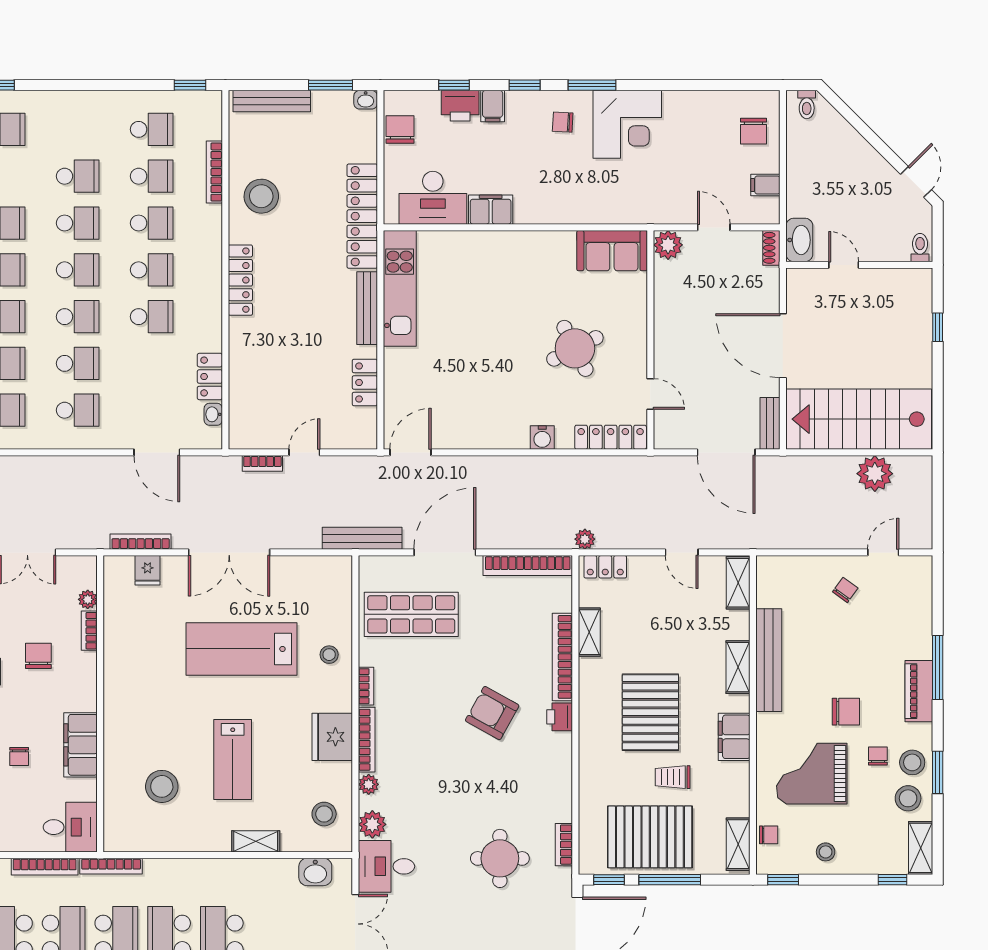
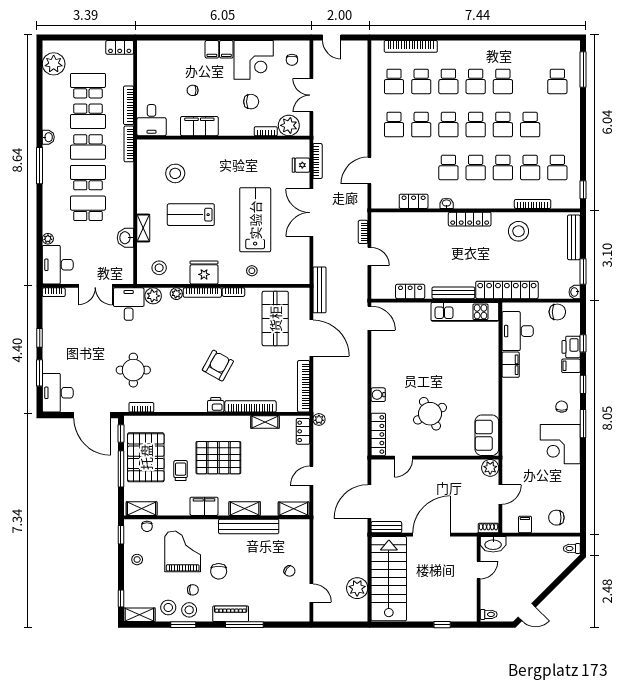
washbasin: (213, 414) -> (447, 203), moved
plant: (88, 599) -> (289, 125), width x1.88, depth x1.88
washbasin: (315, 872) -> (125, 238), moved

